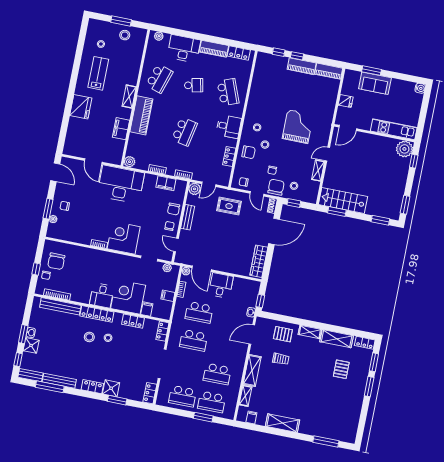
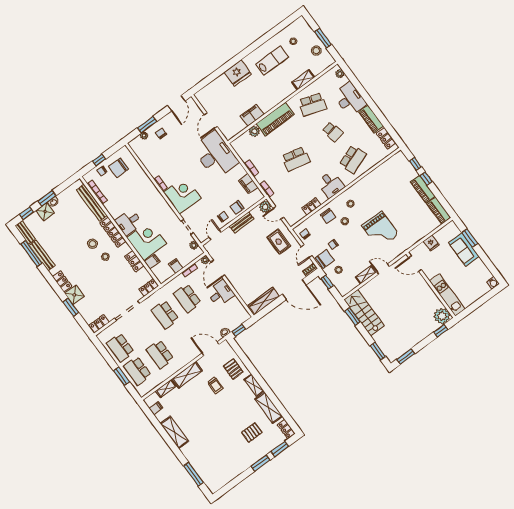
shelving: (129, 97) -> (303, 80), moved
grand piano: (298, 127) -> (380, 230), turned 90
plant: (129, 162) -> (254, 131), moved

